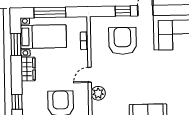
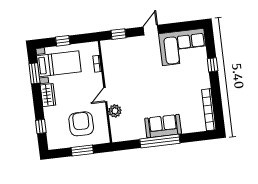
window: (123, 11) -> (118, 34), moved
window: (50, 12) -> (63, 41), width x0.46
armchair: (123, 41) -> (132, 60), removed

